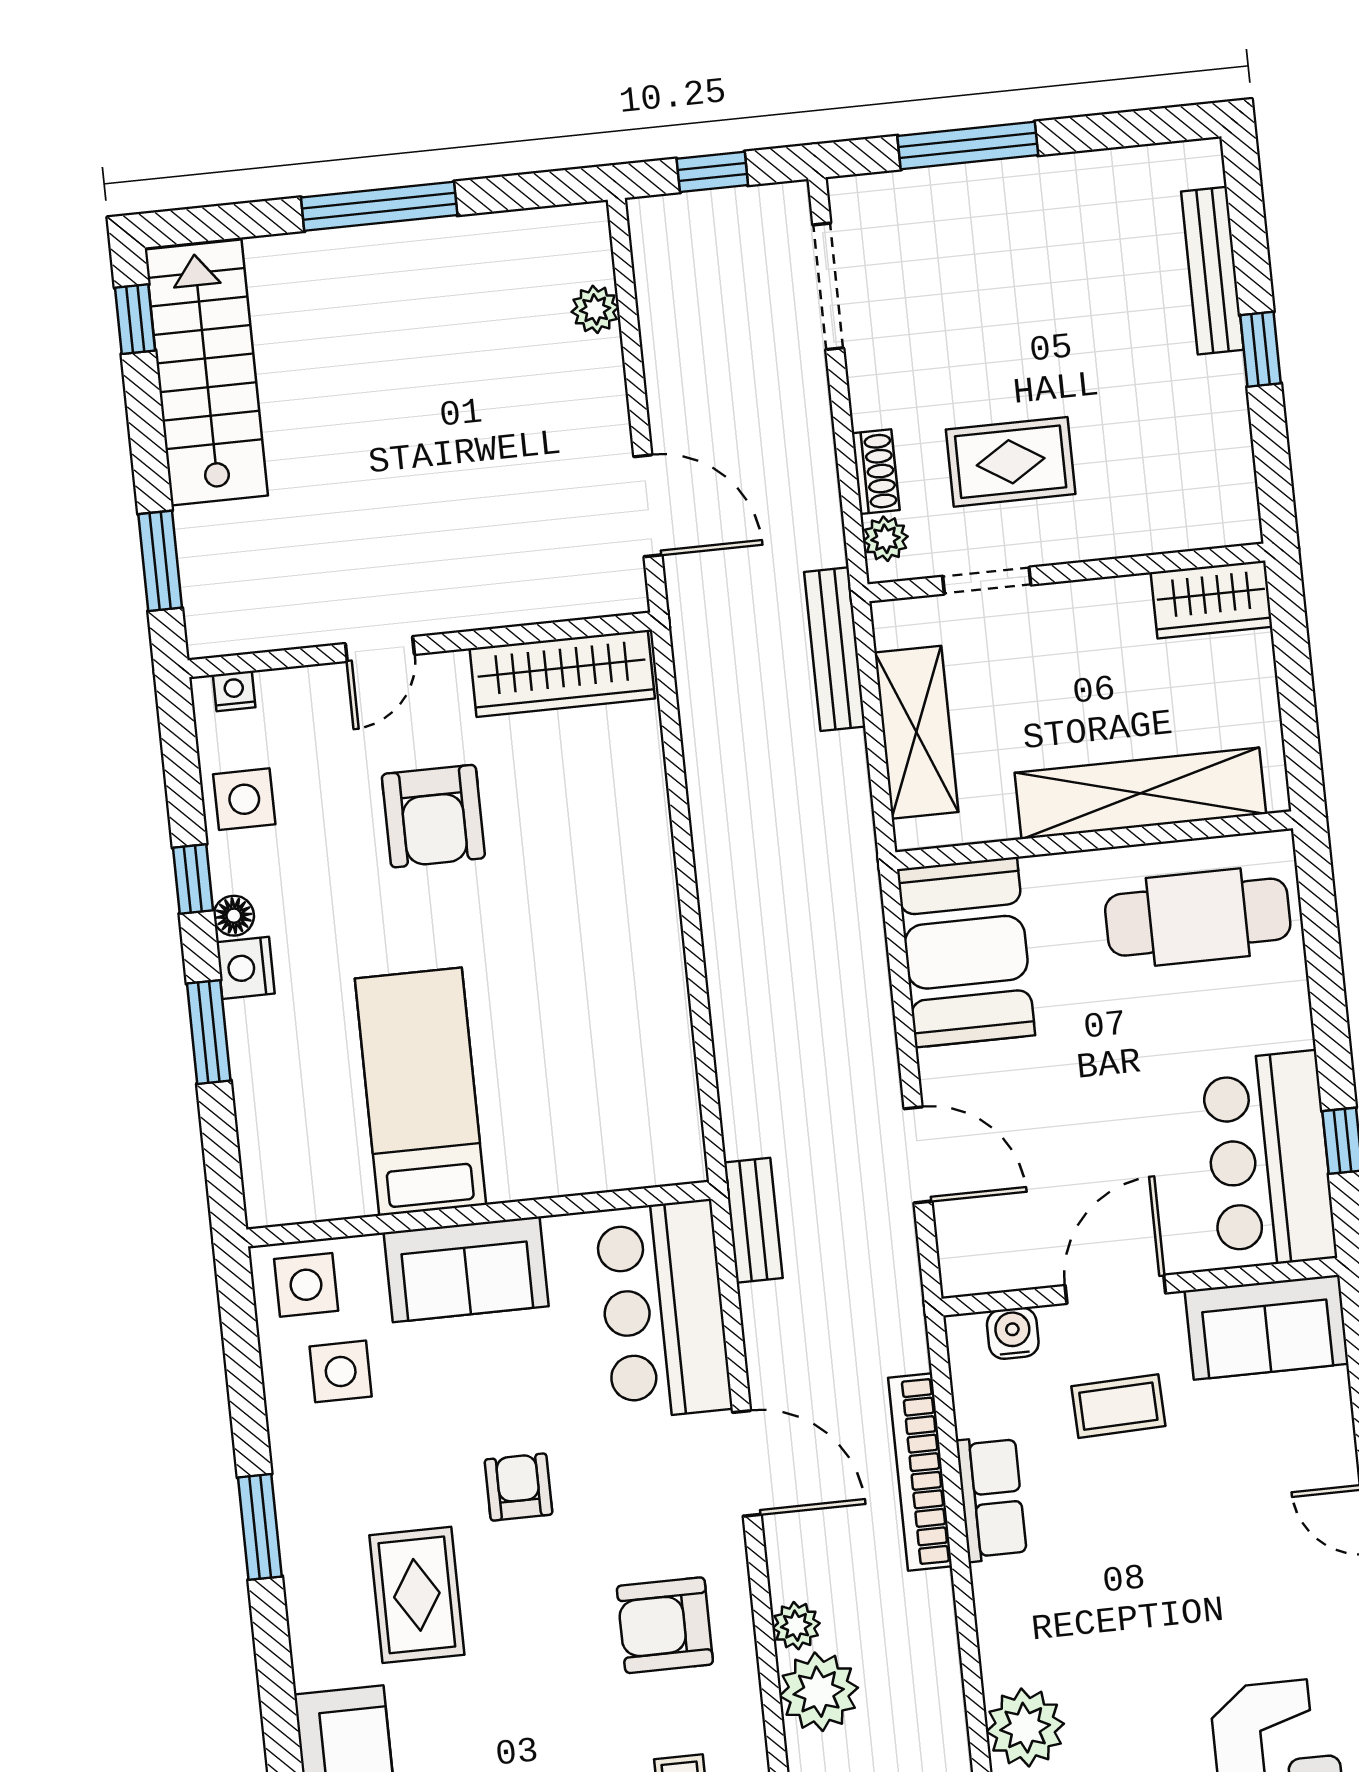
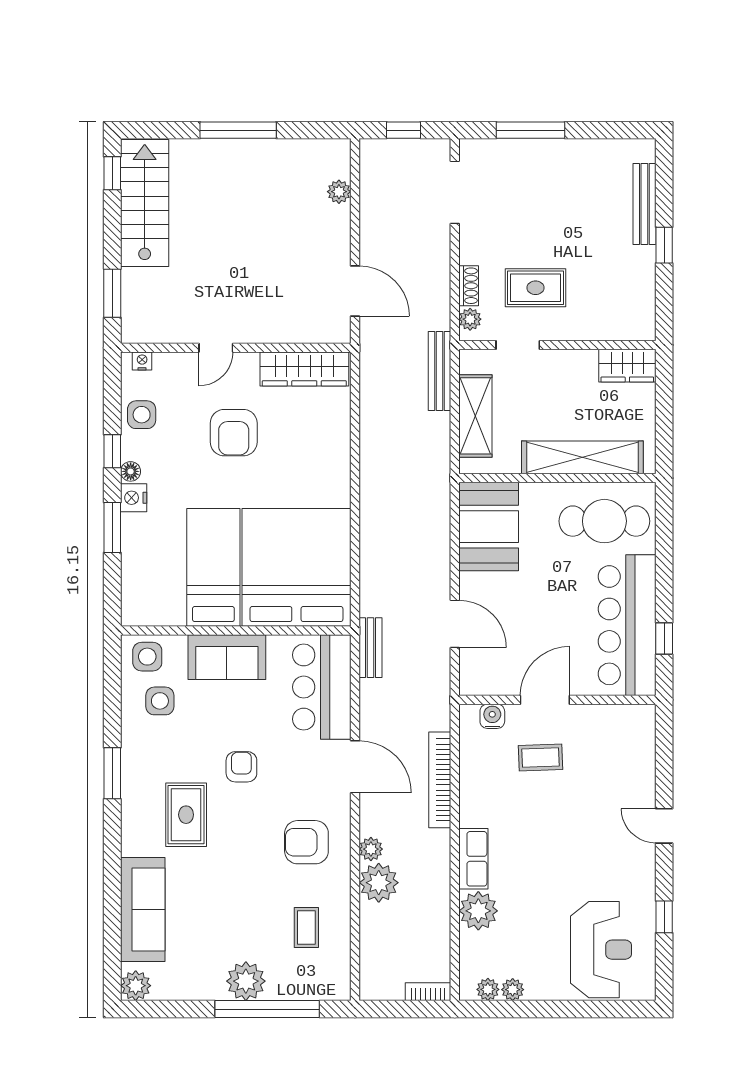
bed: (588, 1074) -> (296, 567), added
bar counter: (1269, 1160) -> (627, 625), width x1.36
sofa: (1267, 1327) -> (617, 726), removed
row of seats: (991, 1498) -> (473, 859), moved

